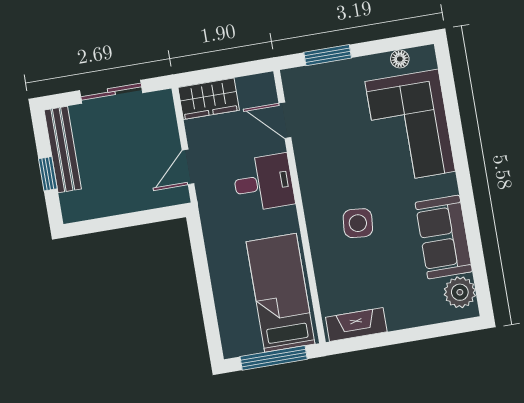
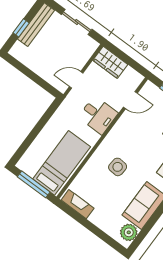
door: (285, 120) -> (130, 100), swing flipped

